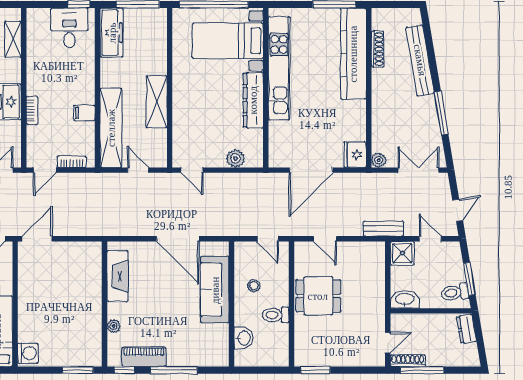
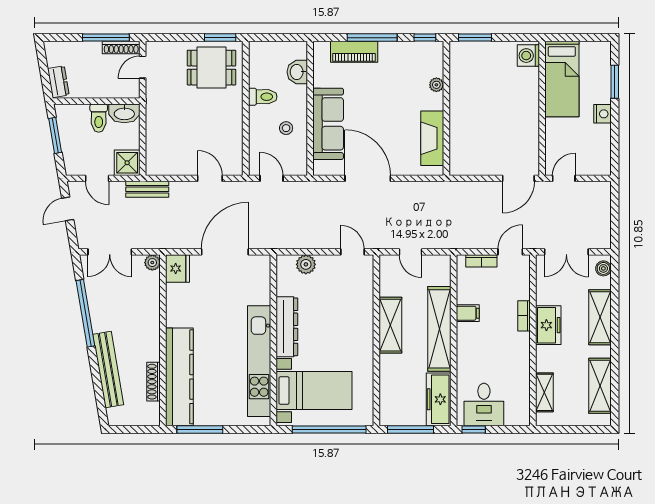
window: (441, 113) -> (85, 313), width x1.46
shelving: (111, 128) -> (439, 329), moved
toilet: (455, 293) -> (99, 118), moved, turned 100
dining table: (318, 296) -> (211, 68), moved
piano: (144, 357) -> (354, 52), moved

